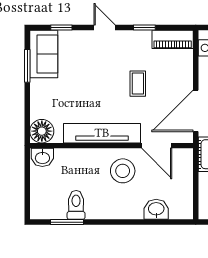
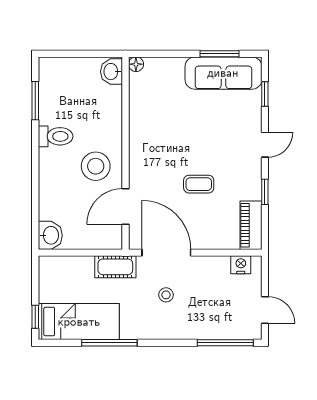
sofa: (44, 54) -> (223, 73), width x1.36
floor lamp: (42, 131) -> (136, 64), width x0.53, depth x0.53
tv unit: (102, 133) -> (140, 142), removed
toilet: (76, 205) -> (56, 136), moved
washbasin: (156, 209) -> (50, 235), moved

